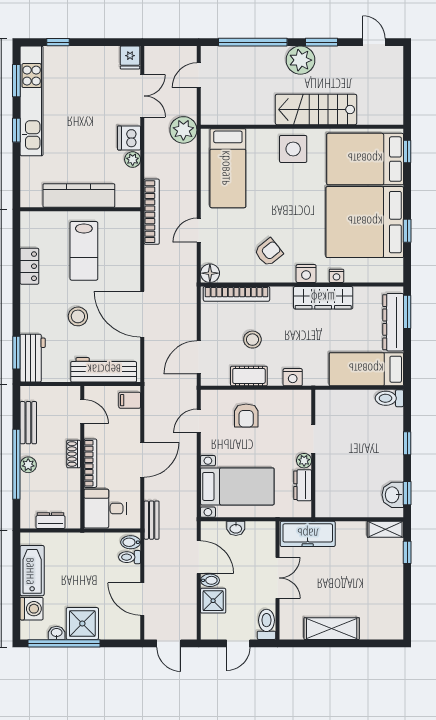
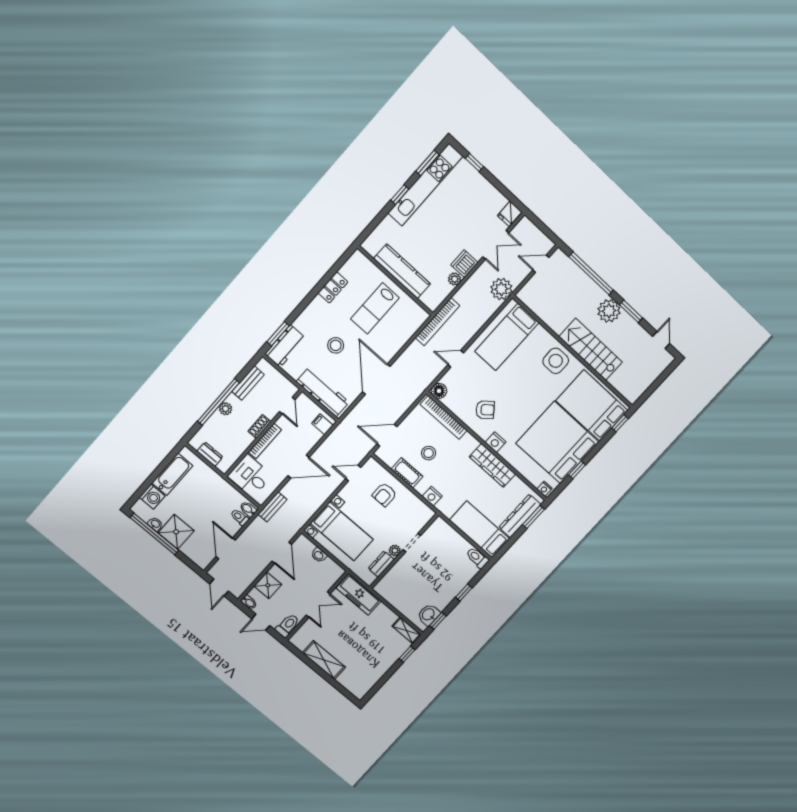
nightstand: (336, 276) -> (544, 489), moved
bidet: (210, 580) -> (249, 602), moved

